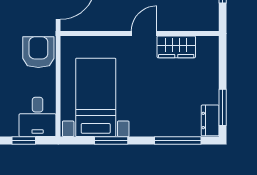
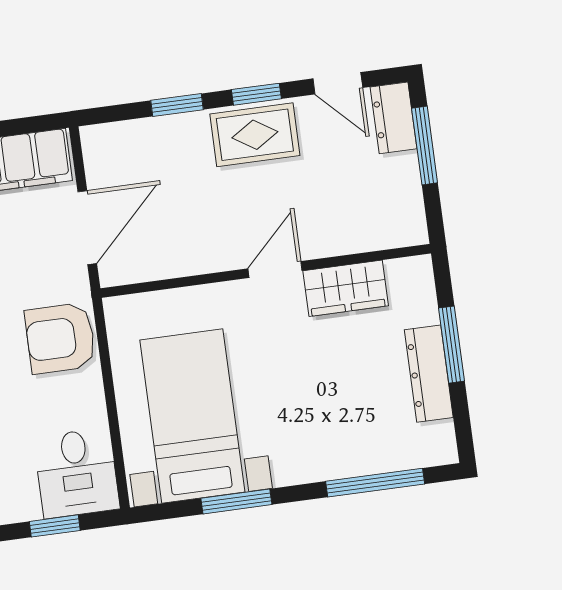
armchair: (38, 52) -> (60, 338), turned -90
window: (223, 107) -> (451, 345), moved
dresser: (210, 120) -> (429, 374), moved, width x1.44

